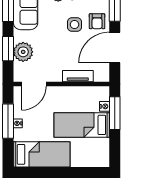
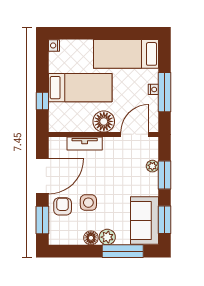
plant: (23, 52) -> (152, 166), width x0.53, depth x0.53
floor lamp: (61, 95) -> (104, 121), added
nightstand: (105, 106) -> (54, 45), moved
window: (115, 113) -> (42, 101), width x0.46

